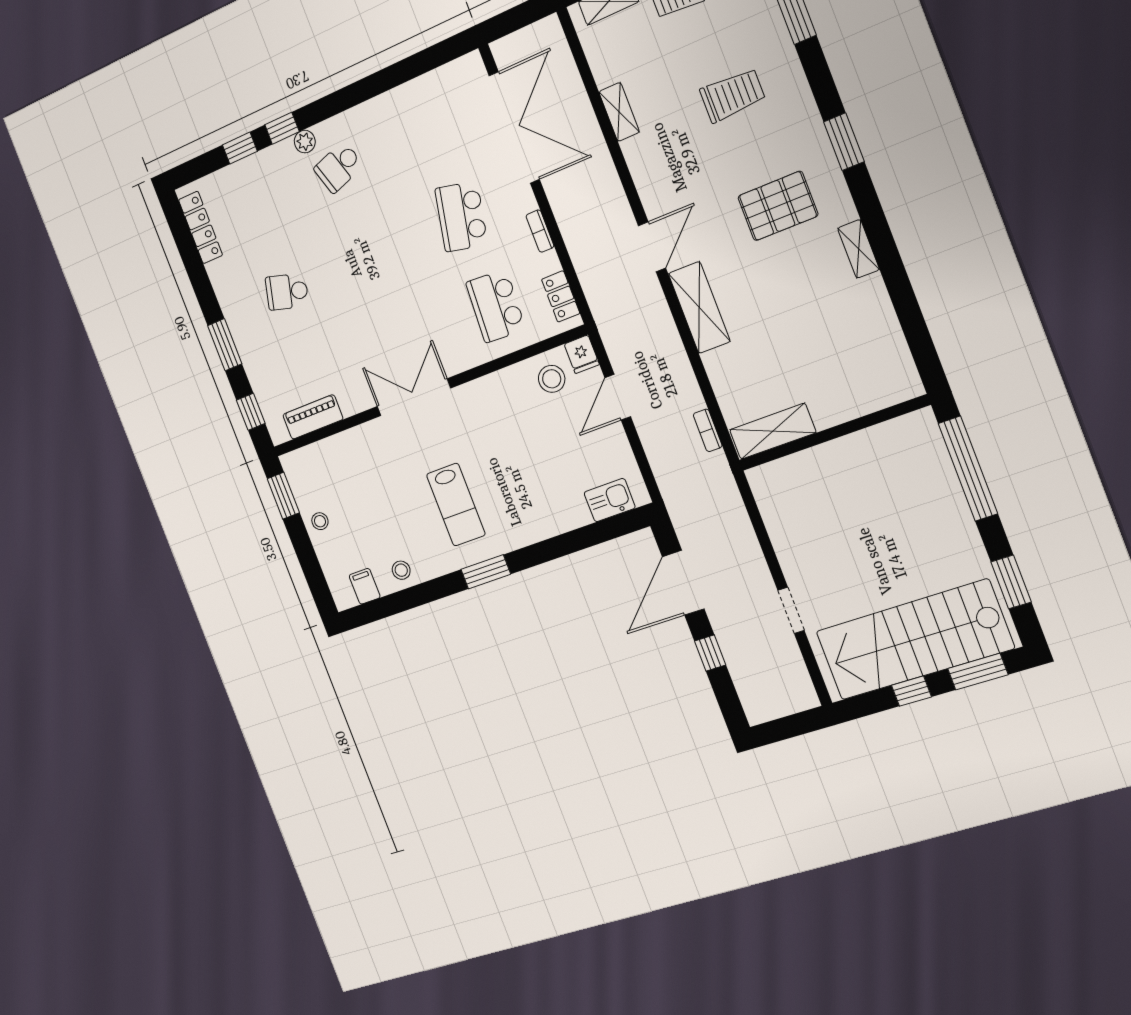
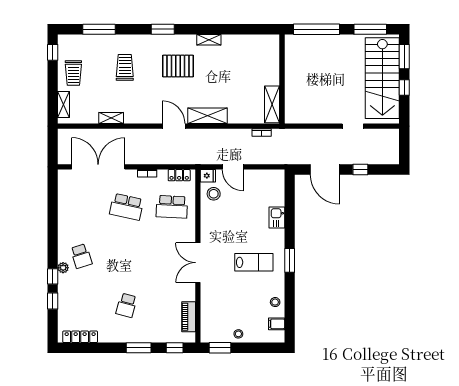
pallet: (778, 206) -> (178, 66), turned 90
kitchen sink: (610, 500) -> (277, 217), moved
window: (1011, 582) -> (370, 29), width x1.44

